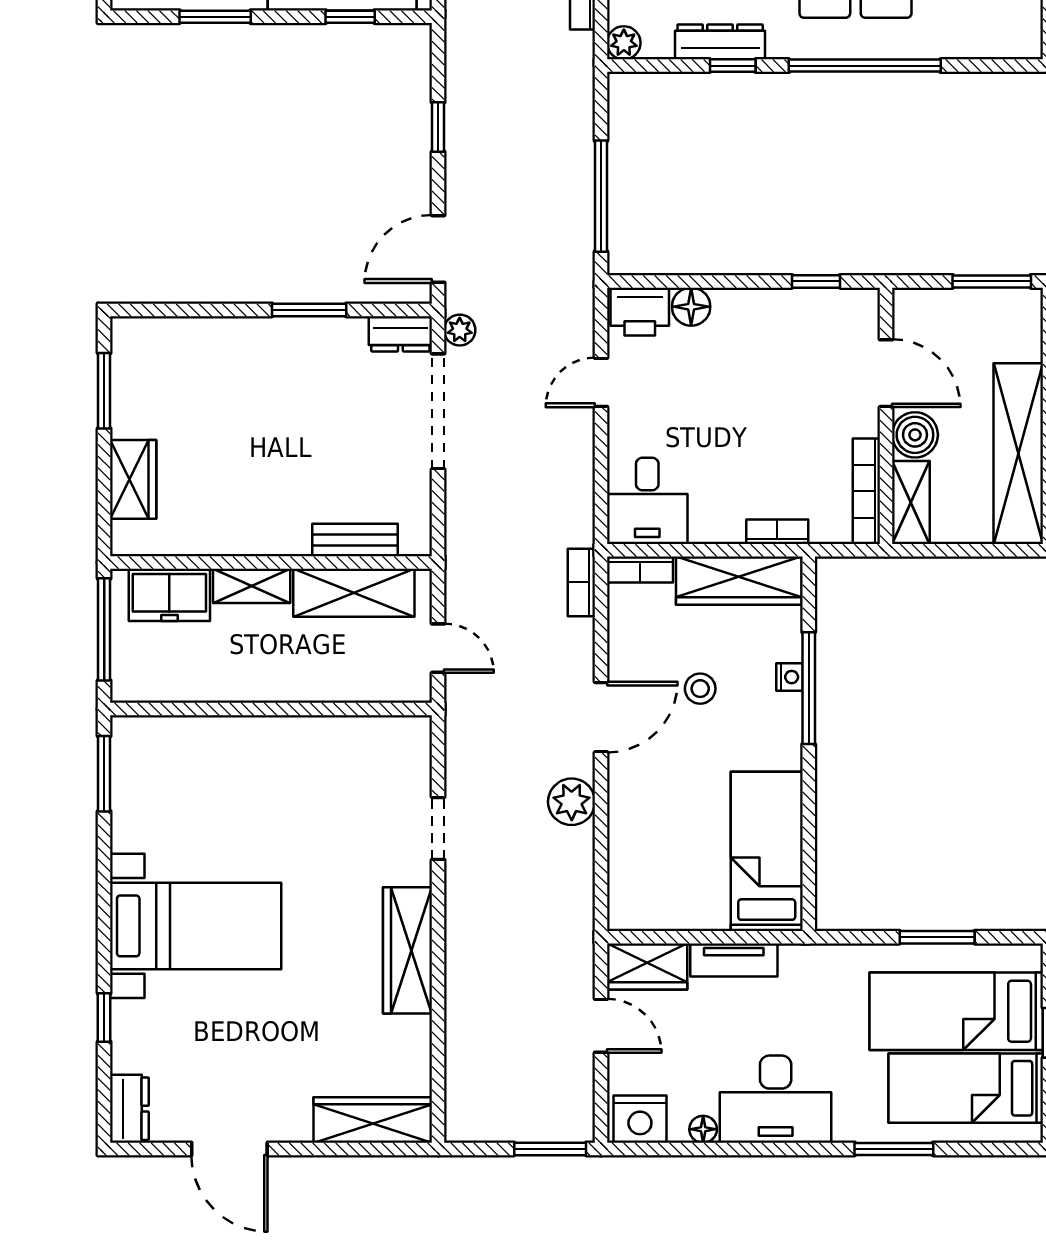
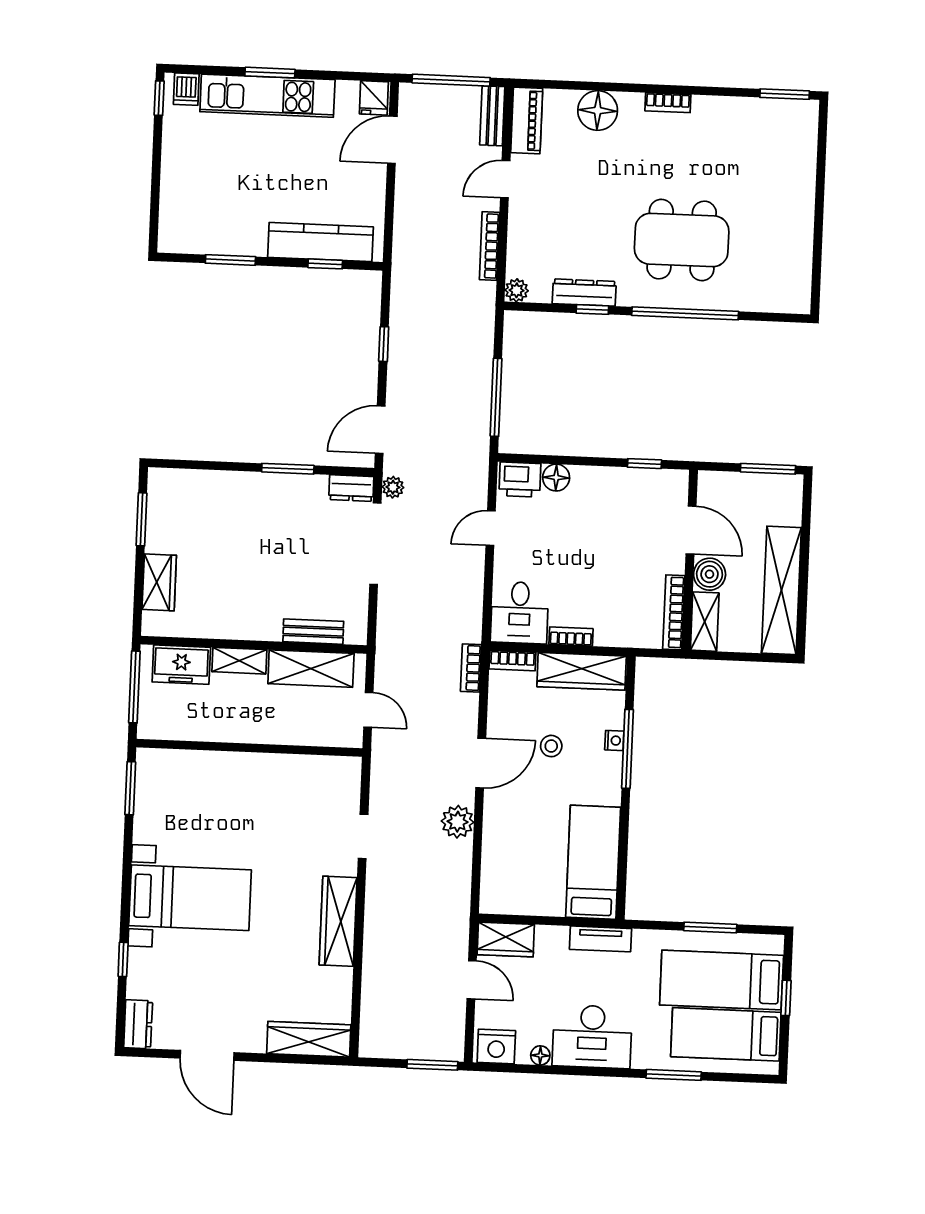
bookcase: (777, 532) -> (571, 637), moved
tv unit: (734, 960) -> (601, 939), moved

